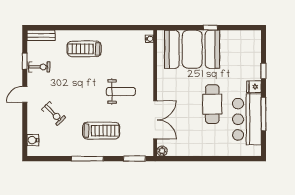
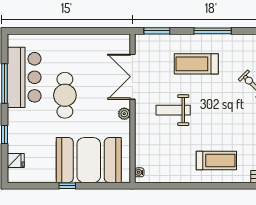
fridge: (254, 87) -> (16, 160), moved
plant: (162, 151) -> (124, 114), moved

